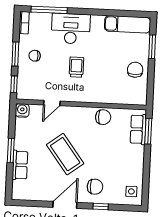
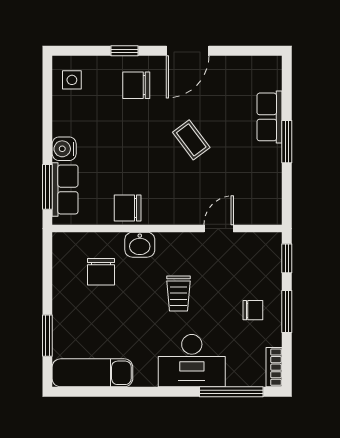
chair: (135, 70) -> (101, 272), moved
washbasin: (97, 96) -> (140, 245), added
water cooler: (22, 110) -> (64, 149), moved, turned 90
coffee table: (65, 154) -> (191, 140), width x0.54, depth x0.58

